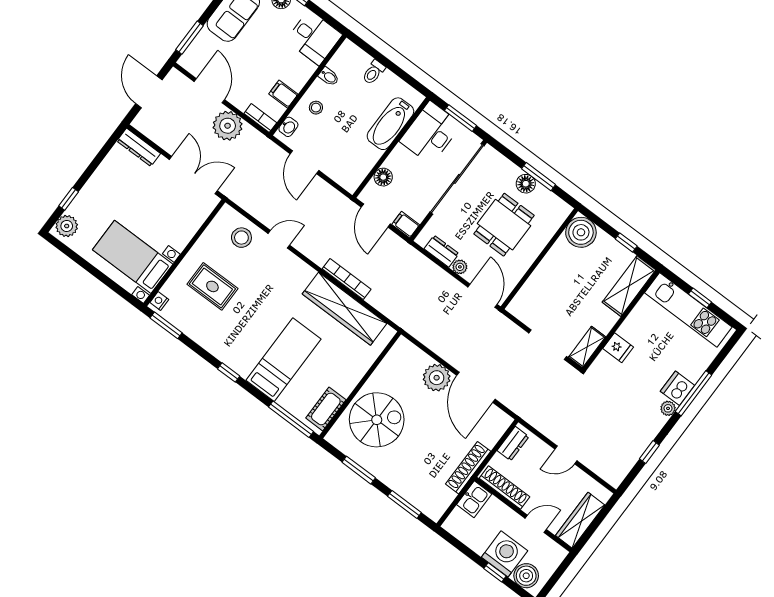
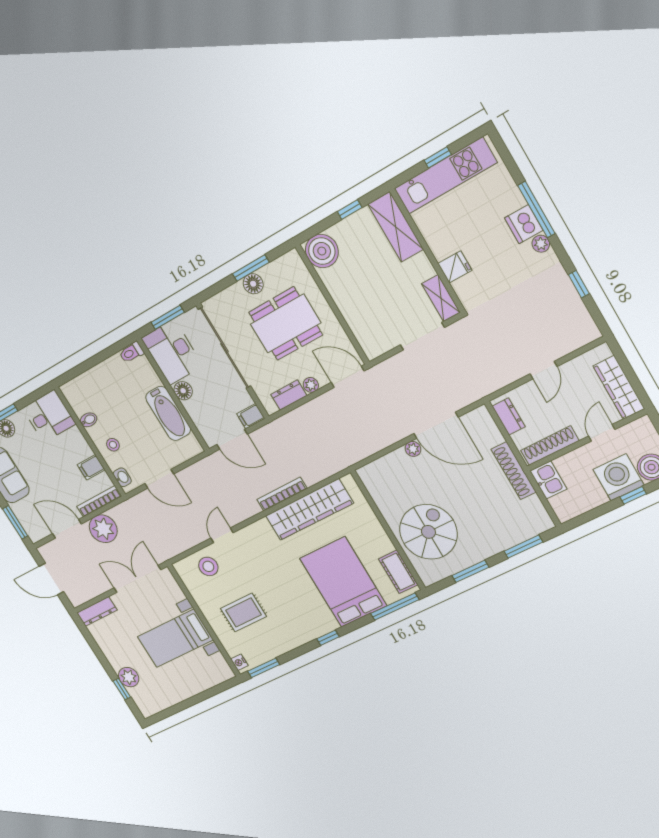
toilet: (374, 72) -> (131, 352), moved, turned 90
bookcase: (260, 118) -> (99, 501), width x1.56
bathtub: (390, 124) -> (168, 413), moved
floor lamp: (383, 177) -> (183, 391), moved
dining table: (504, 225) -> (286, 324), width x1.38
plant: (67, 226) -> (129, 677), moved
bed with nightstands: (133, 257) -> (175, 638), moved
bed: (283, 360) -> (343, 582), width x1.50
plant: (437, 378) -> (413, 449), width x0.53, depth x0.53

